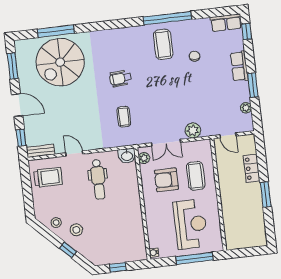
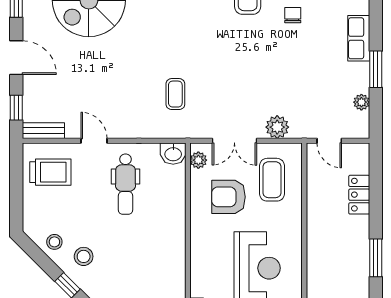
wheelchair: (120, 78) -> (177, 36), removed
coffee table: (196, 176) -> (272, 180), moved
window: (266, 195) -> (376, 258), moved

